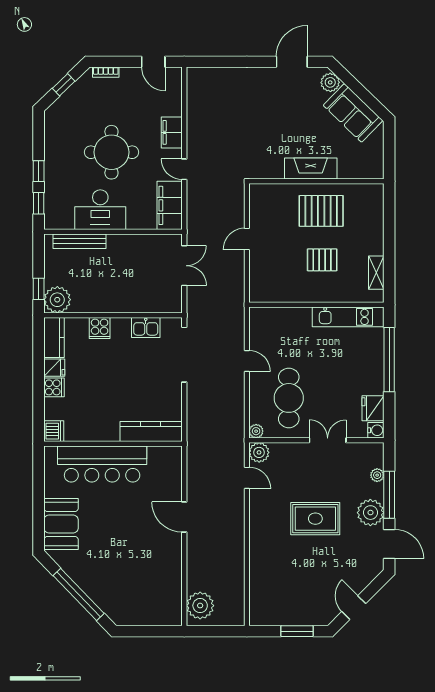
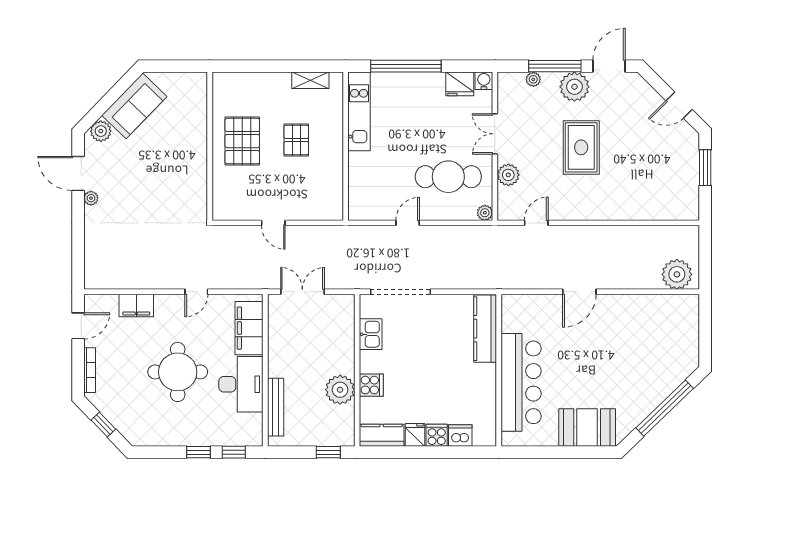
bookcase: (106, 72) -> (90, 370), width x1.56
plant: (269, 73) -> (91, 198), added
filing cabinet: (172, 132) -> (136, 305), moved
fireplace: (311, 168) -> (196, 153), removed
filing cabinet: (170, 205) -> (249, 328), moved, turned 90
plant: (57, 300) -> (340, 390), moved
dishwasher: (54, 431) -> (460, 436), moved
plant: (259, 452) -> (508, 175), moved

